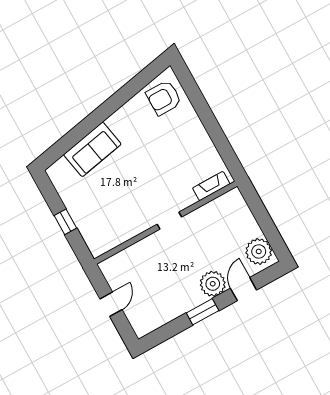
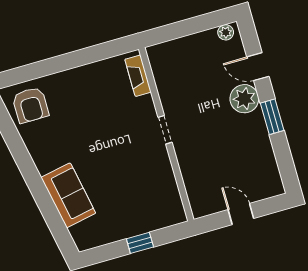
plant: (259, 251) -> (226, 32), width x0.53, depth x0.53

